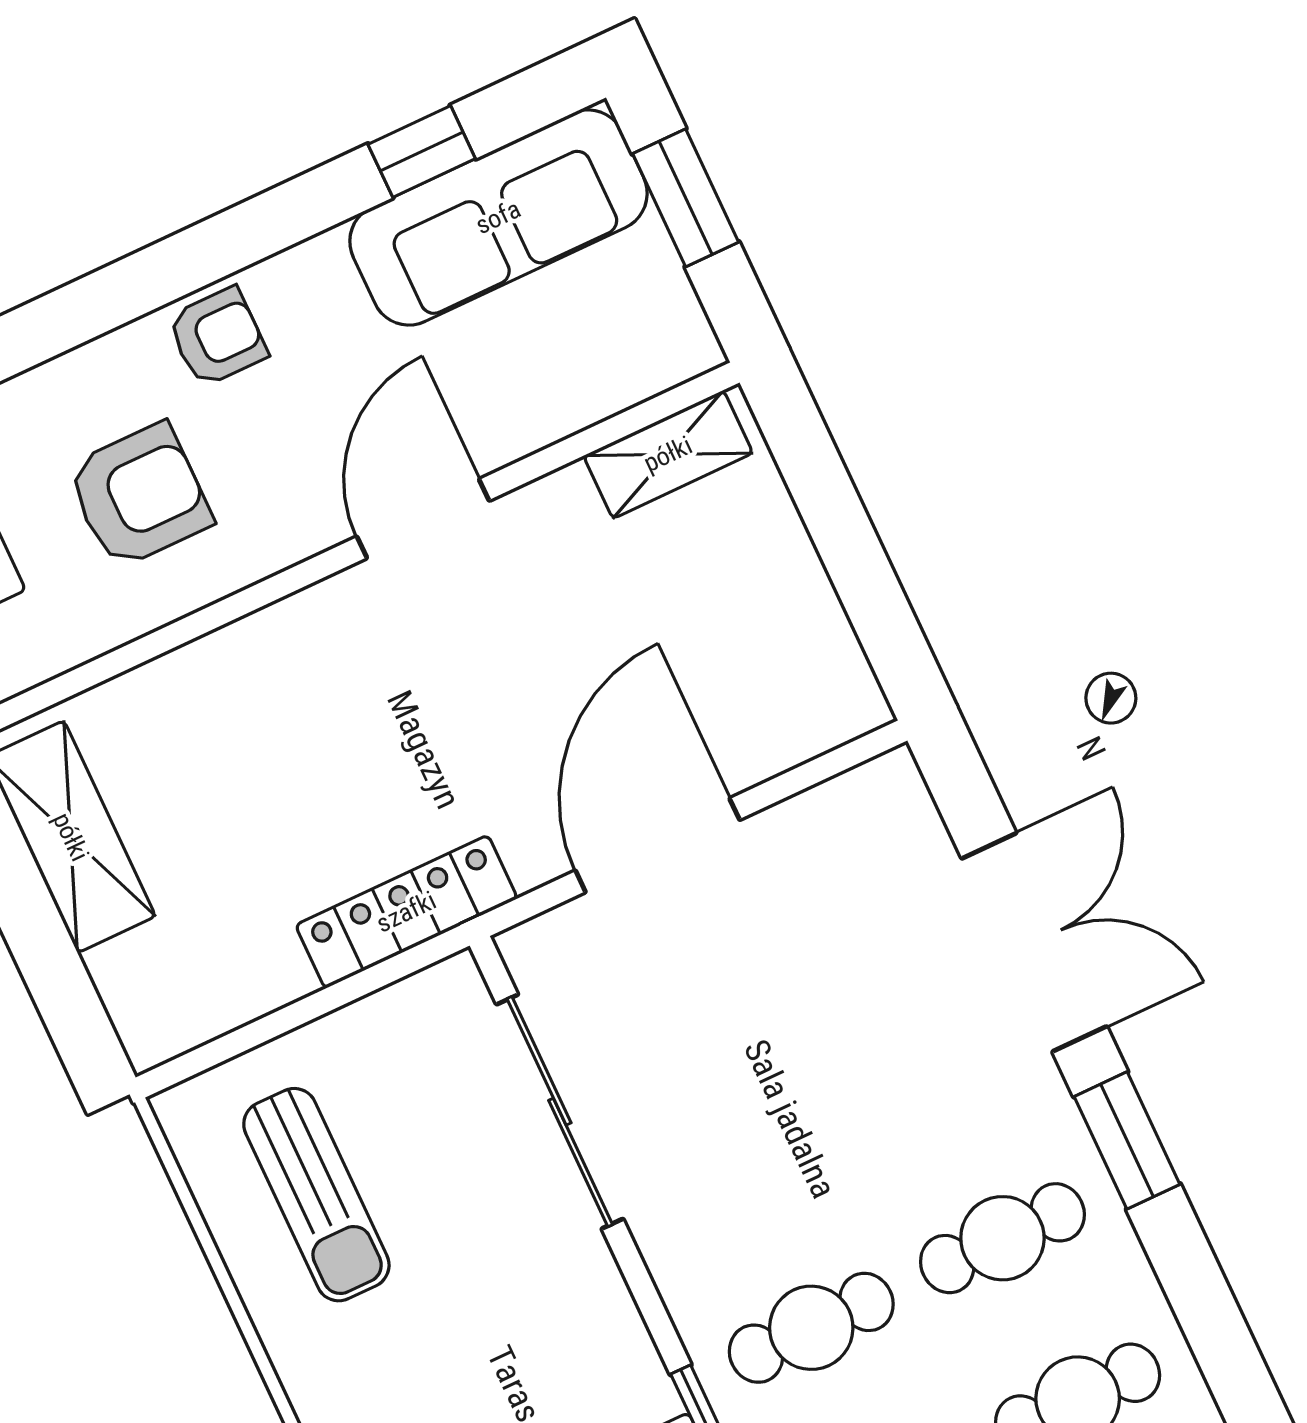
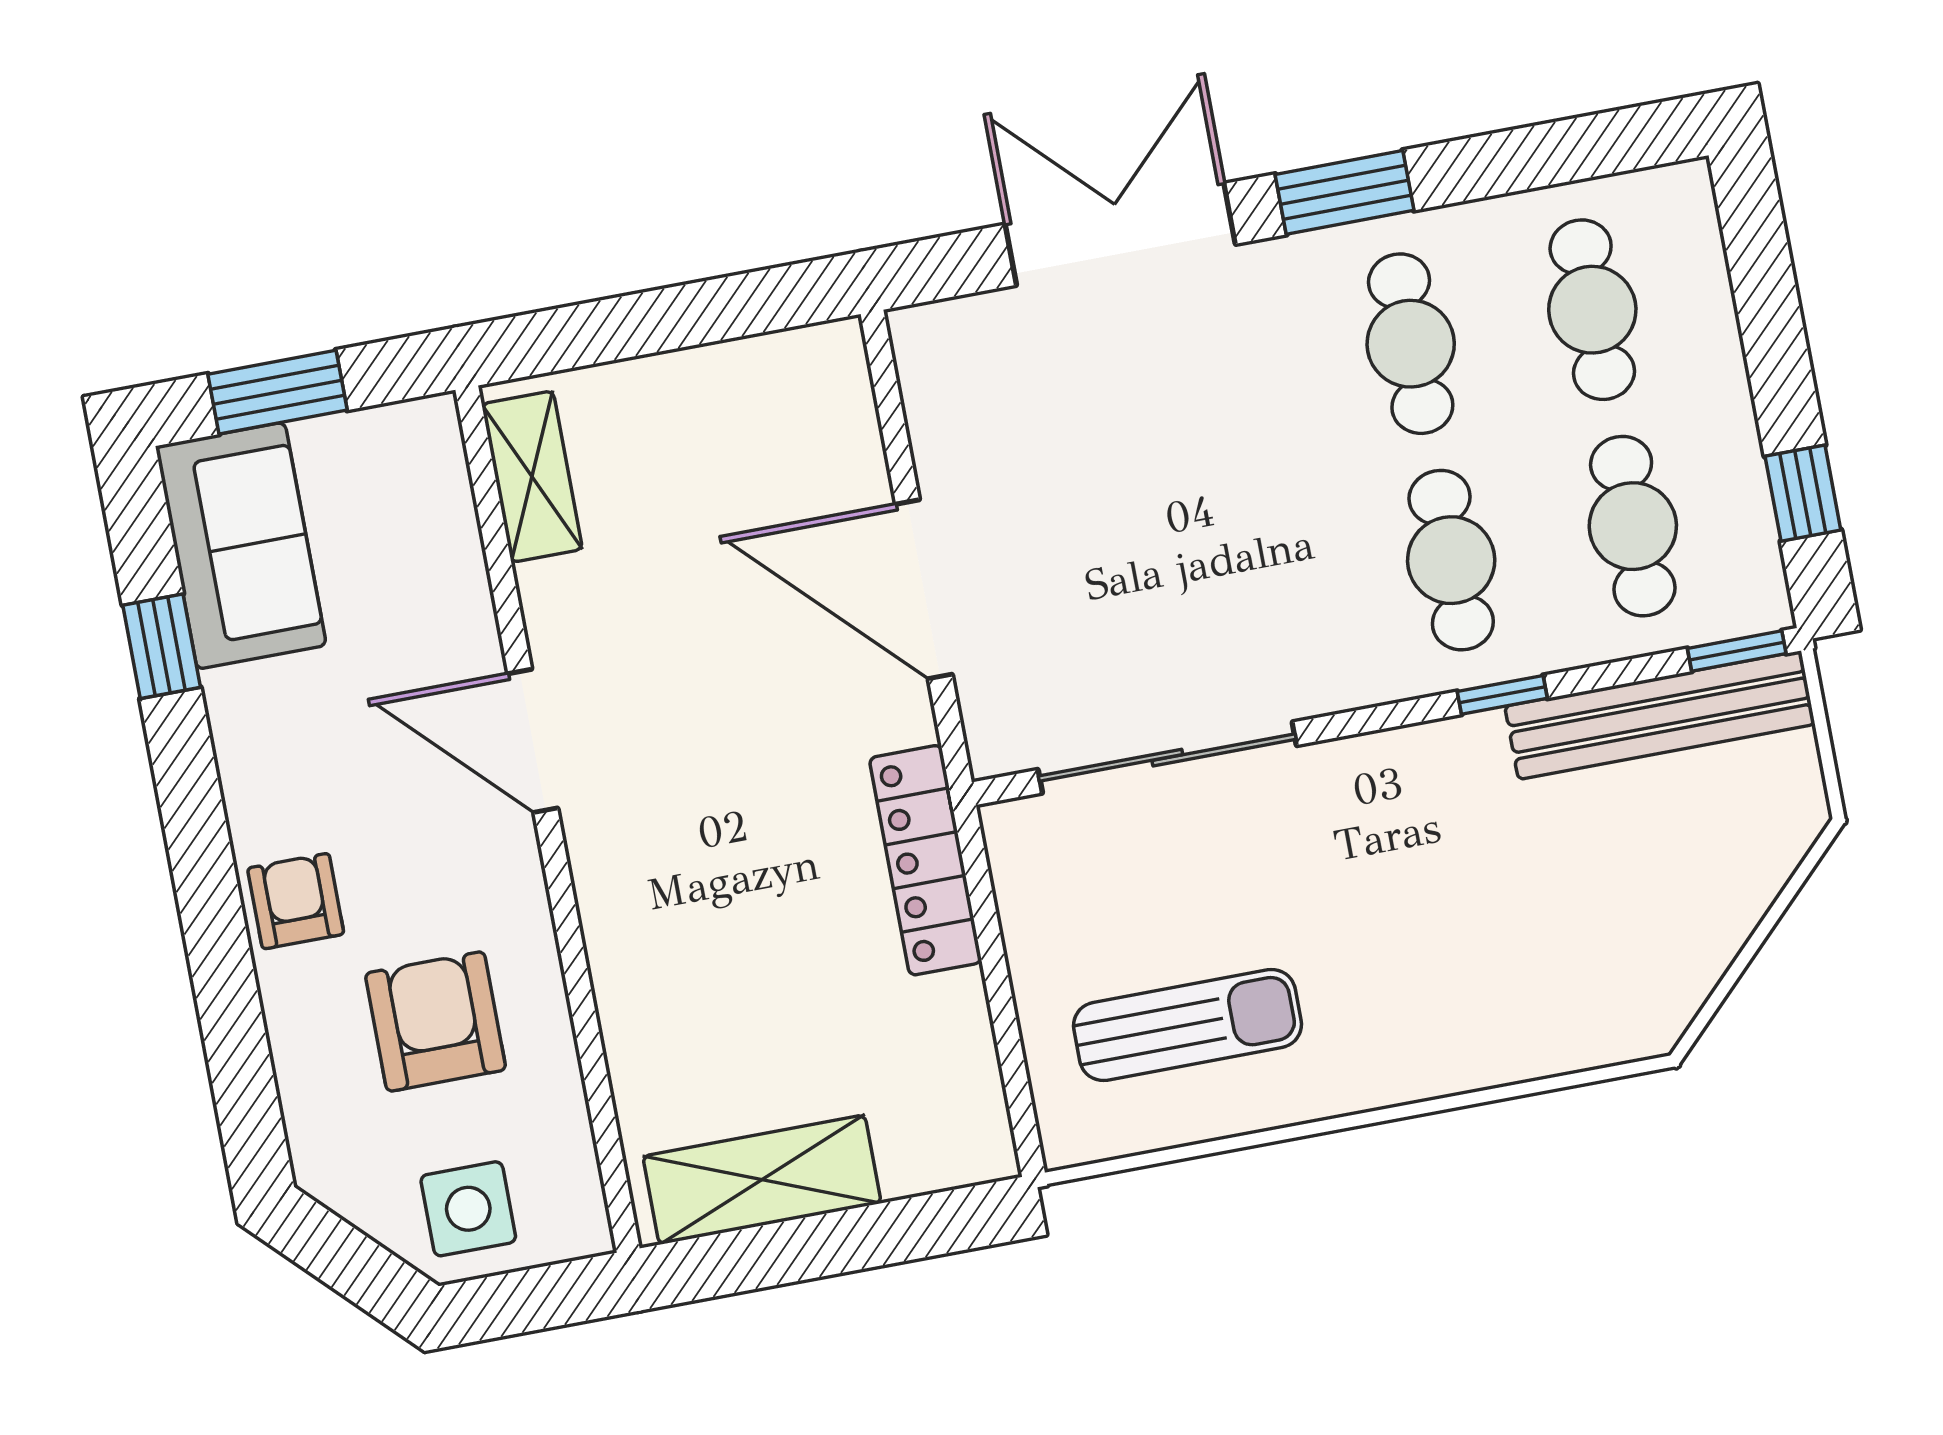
sofa: (498, 217) -> (241, 546), width x0.73

